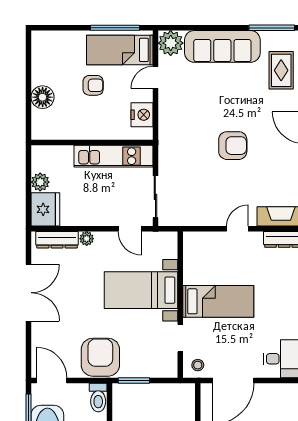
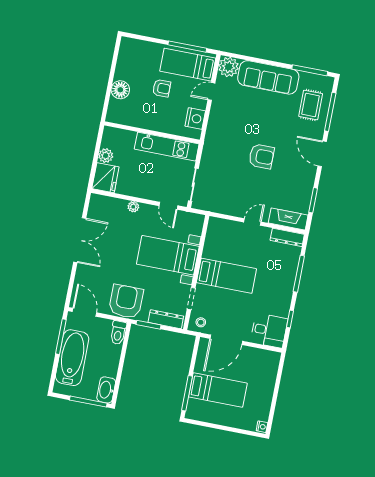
dresser: (57, 240) -> (166, 319), moved, turned 180

